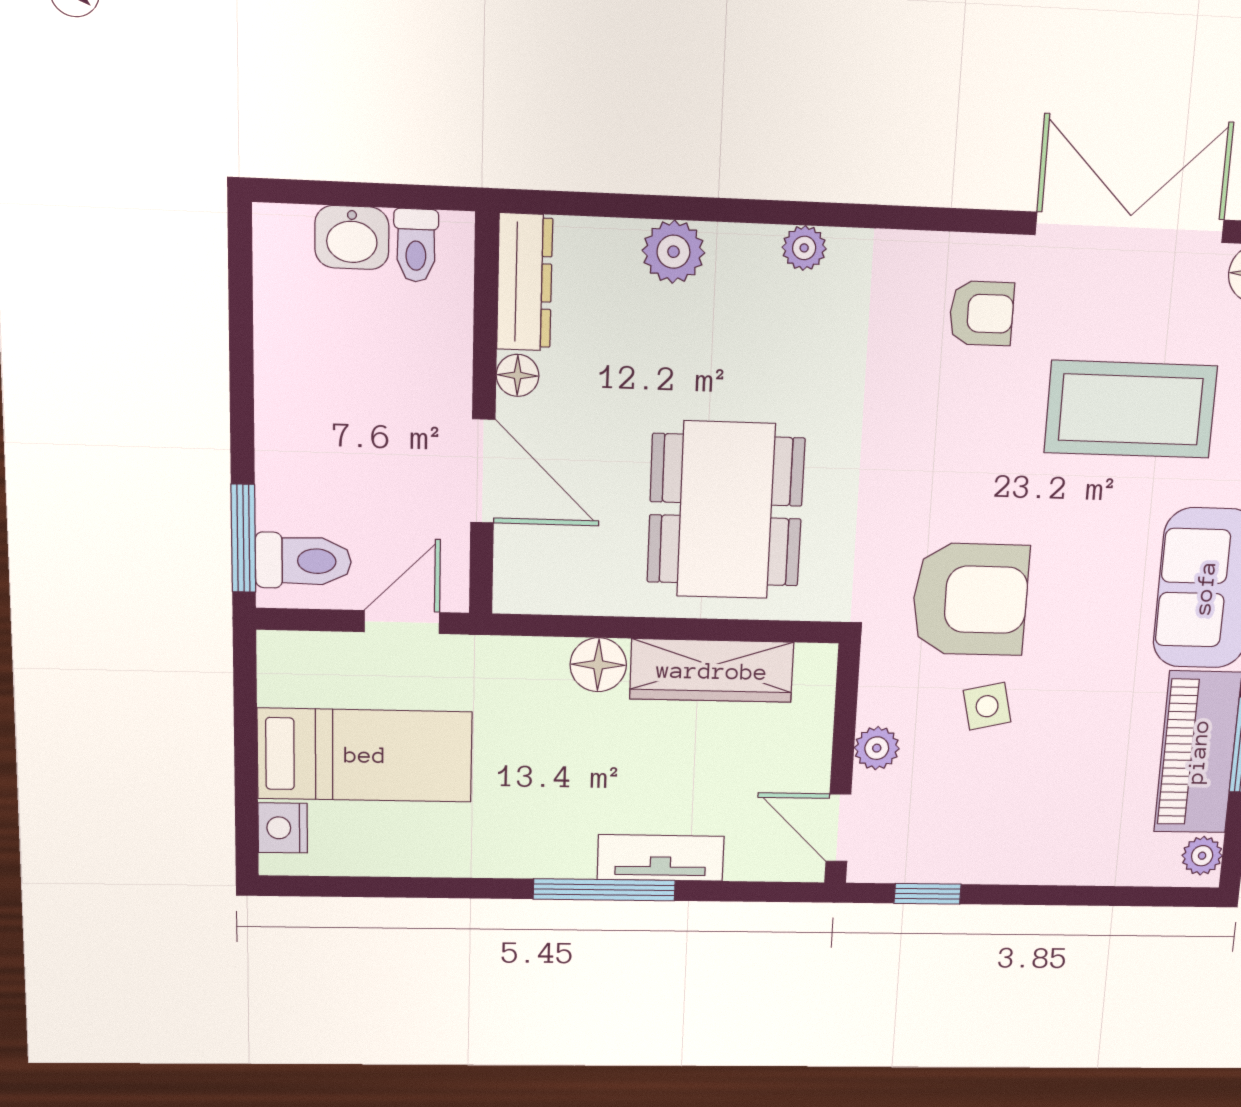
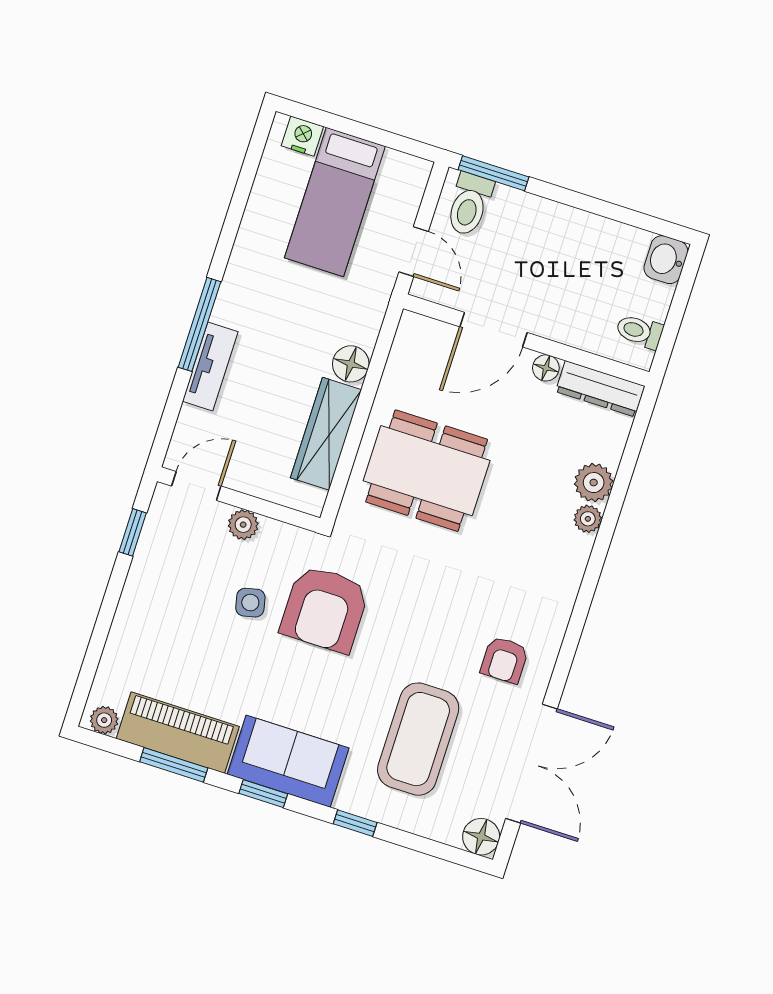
washbasin: (352, 237) -> (666, 260), moved
plant: (804, 248) -> (588, 519), moved

